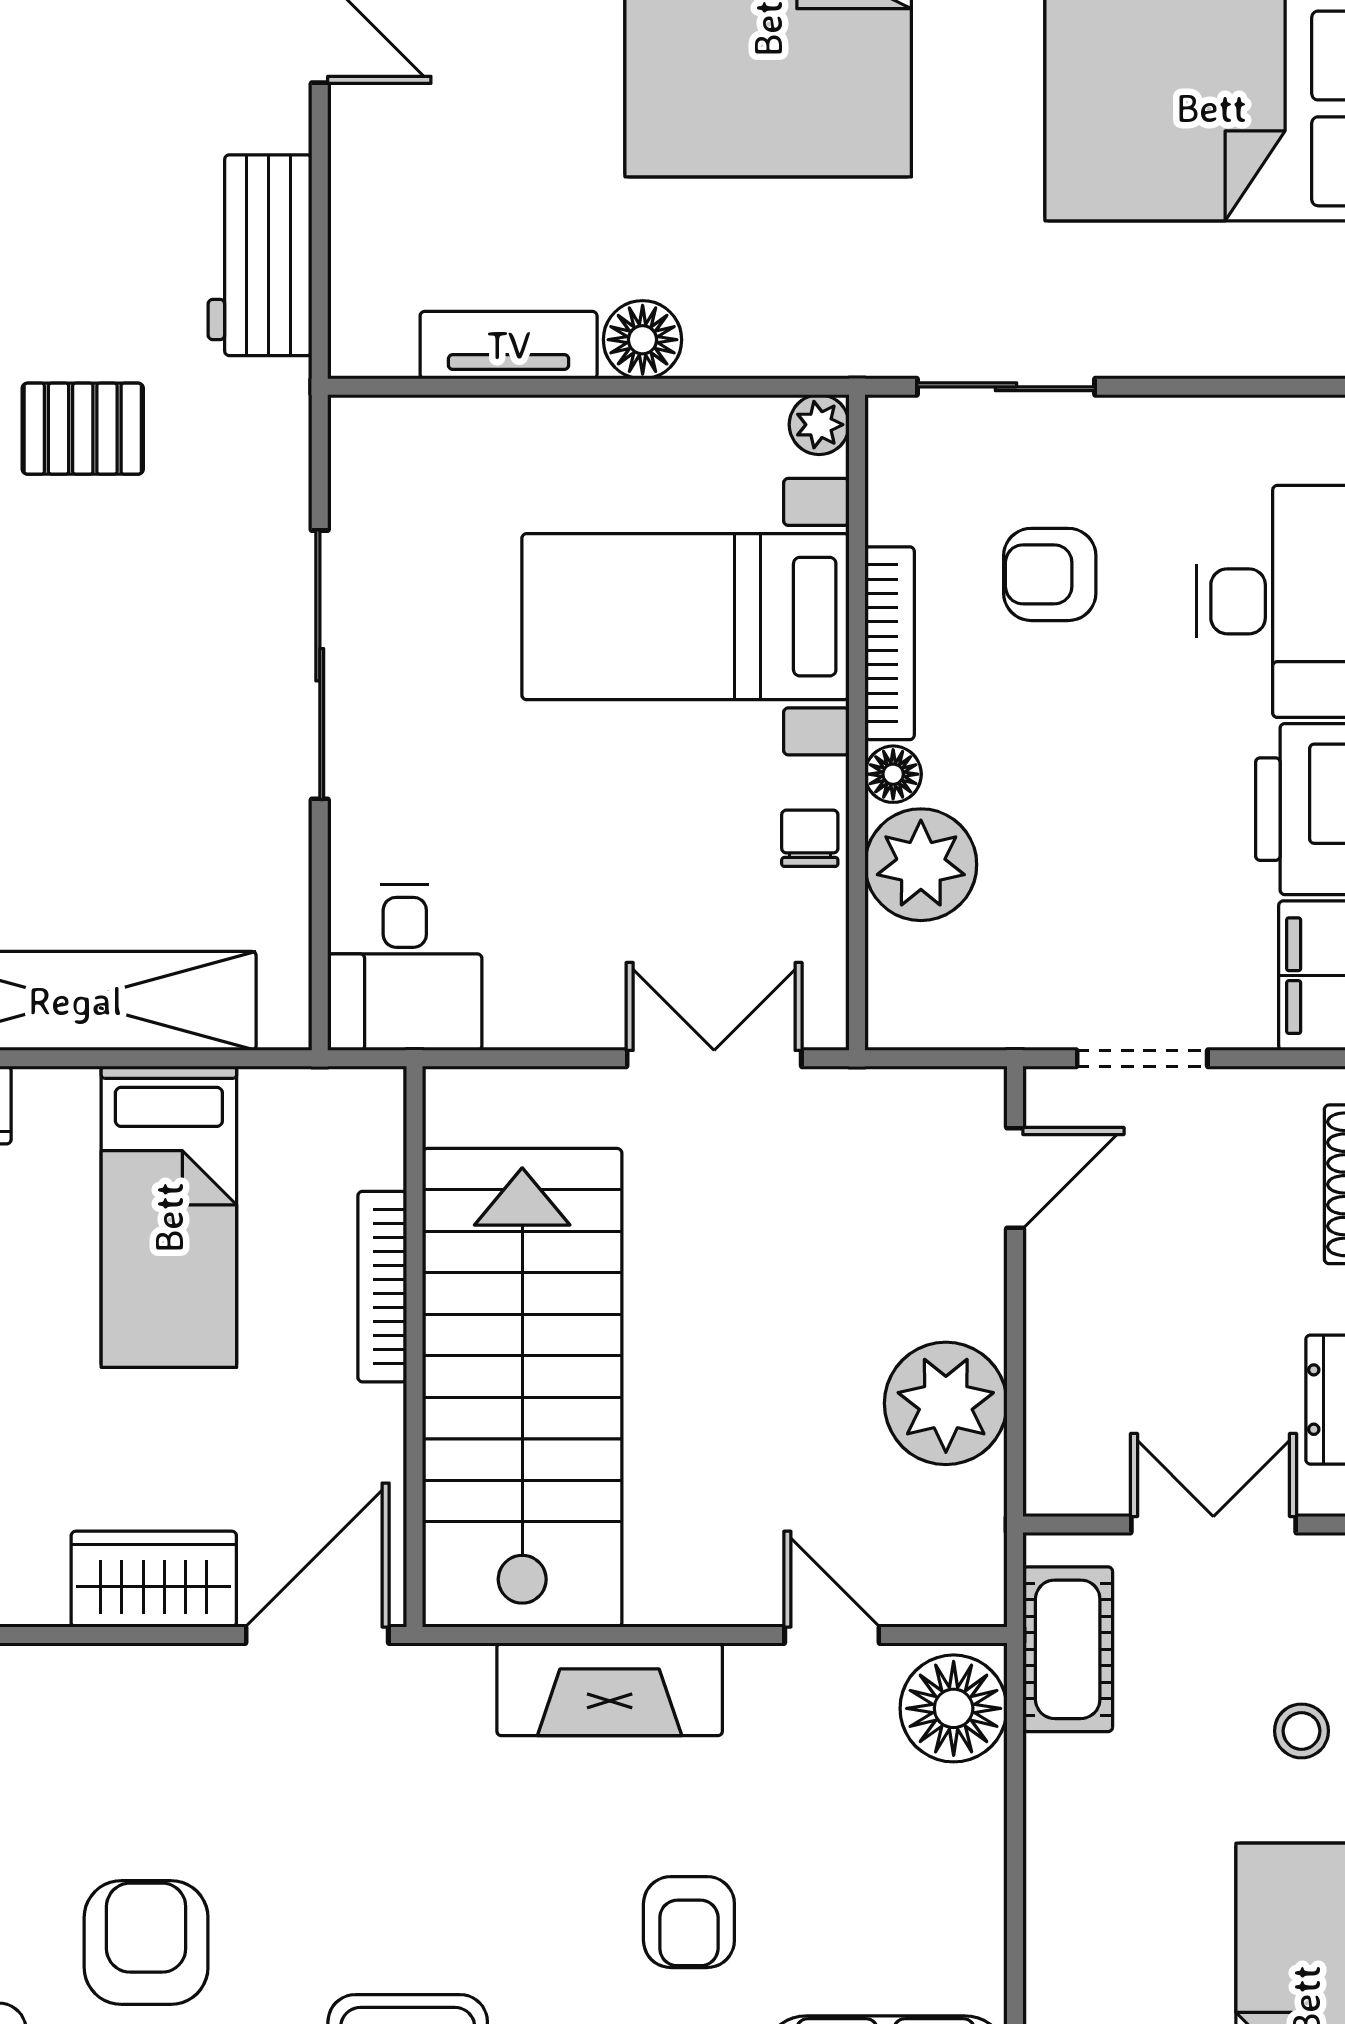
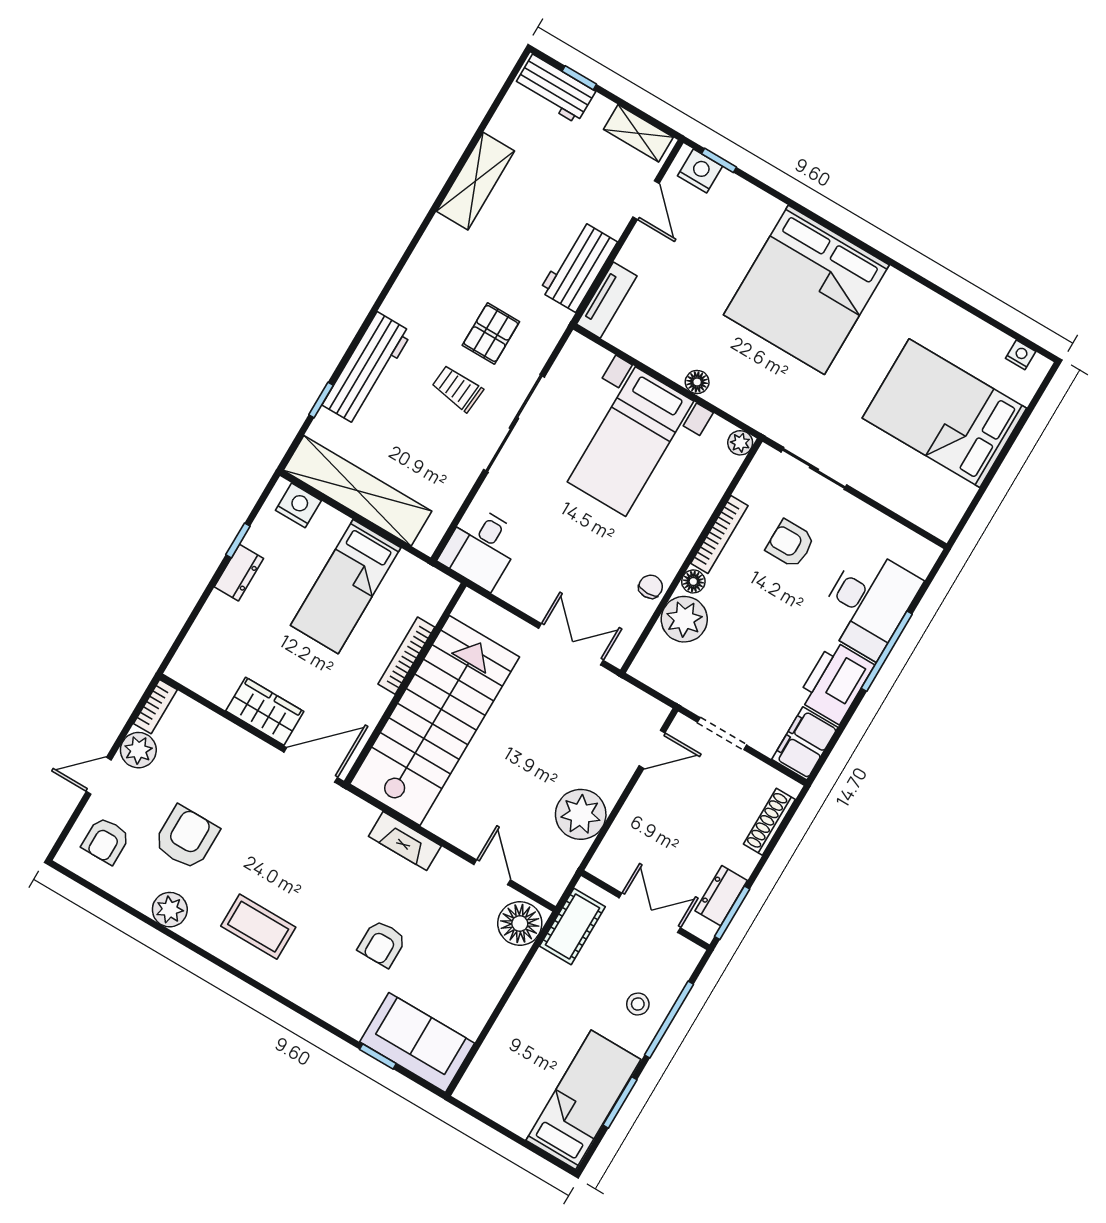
floor lamp: (643, 340) -> (697, 382), width x0.73, depth x0.73
tv unit: (509, 345) -> (607, 300), moved, turned 90
pallet: (83, 429) -> (491, 333), moved, turned 90
bed with nightstands: (685, 617) -> (630, 442), moved, turned -90
trolley: (158, 662) -> (457, 388), added
fireplace: (610, 1689) -> (405, 841), width x0.73, depth x0.76

